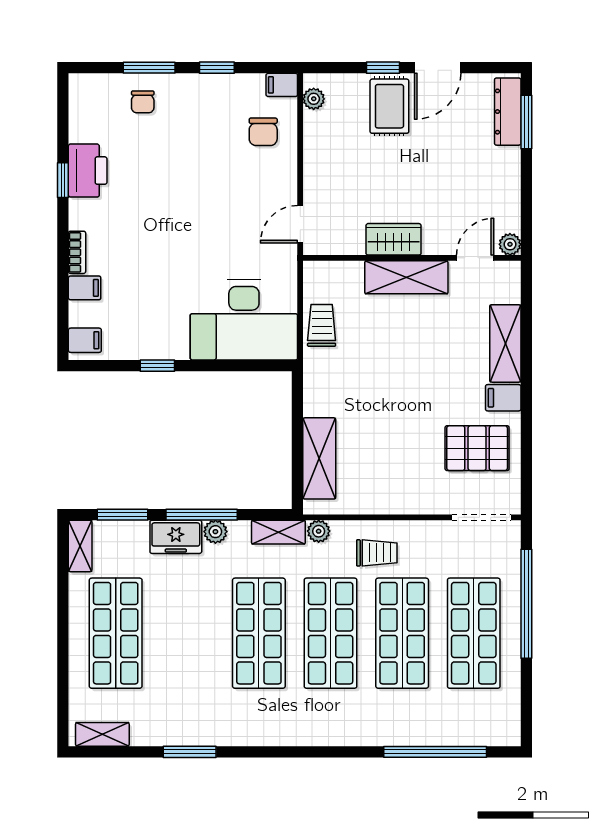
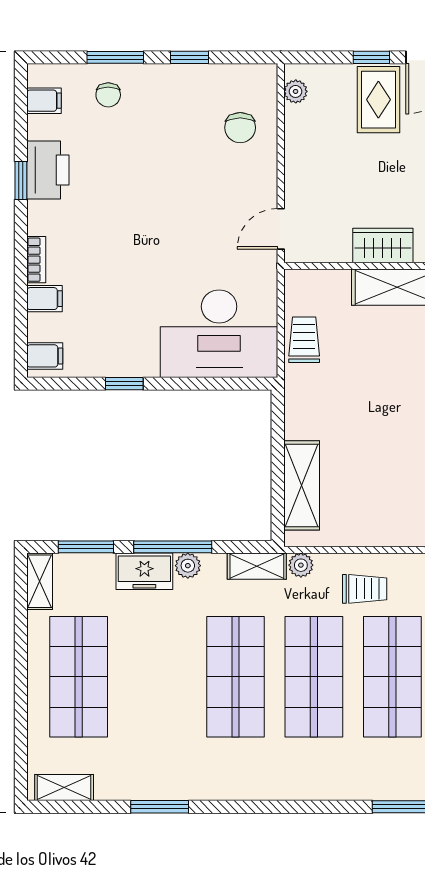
filing cabinet: (282, 85) -> (44, 101), moved, turned 180

